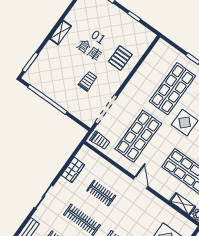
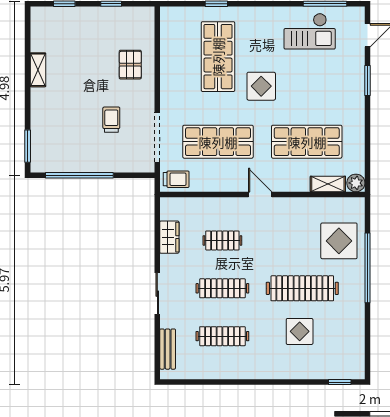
shelving: (61, 32) -> (38, 70), moved
shop shelf: (138, 136) -> (218, 142), turned 90

